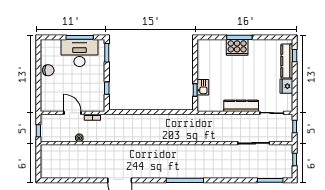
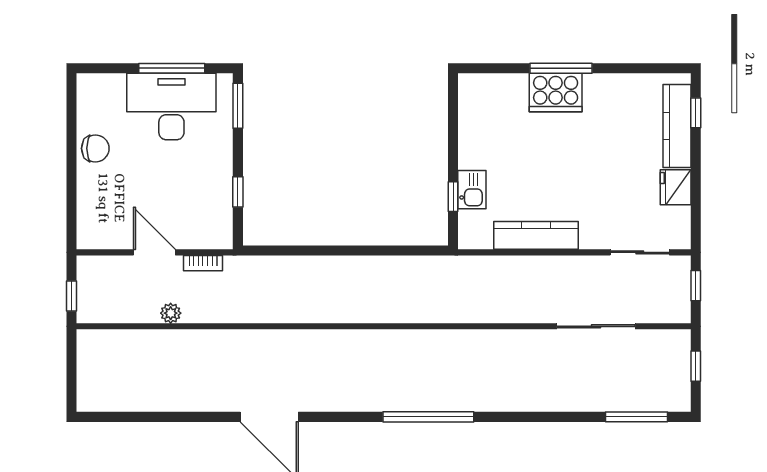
kitchen counter: (241, 106) -> (536, 235), moved

